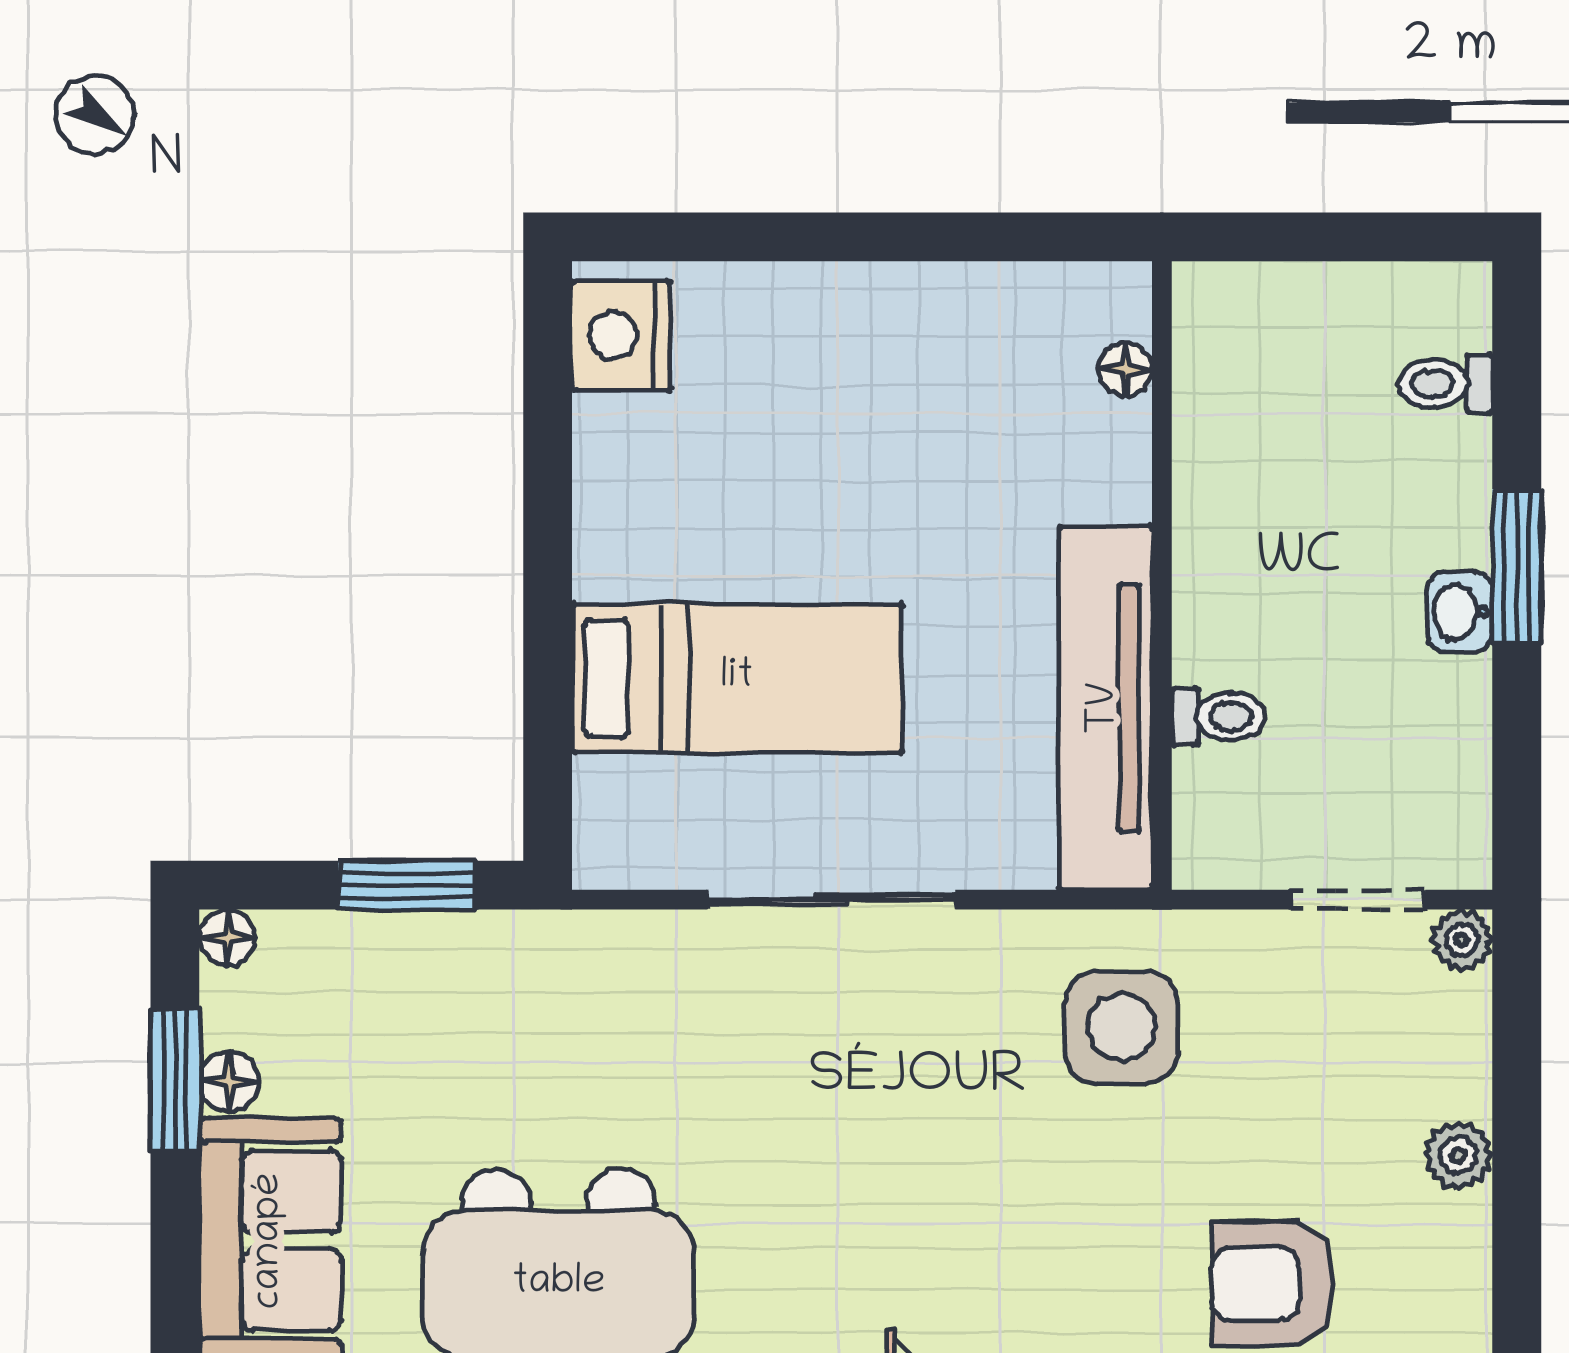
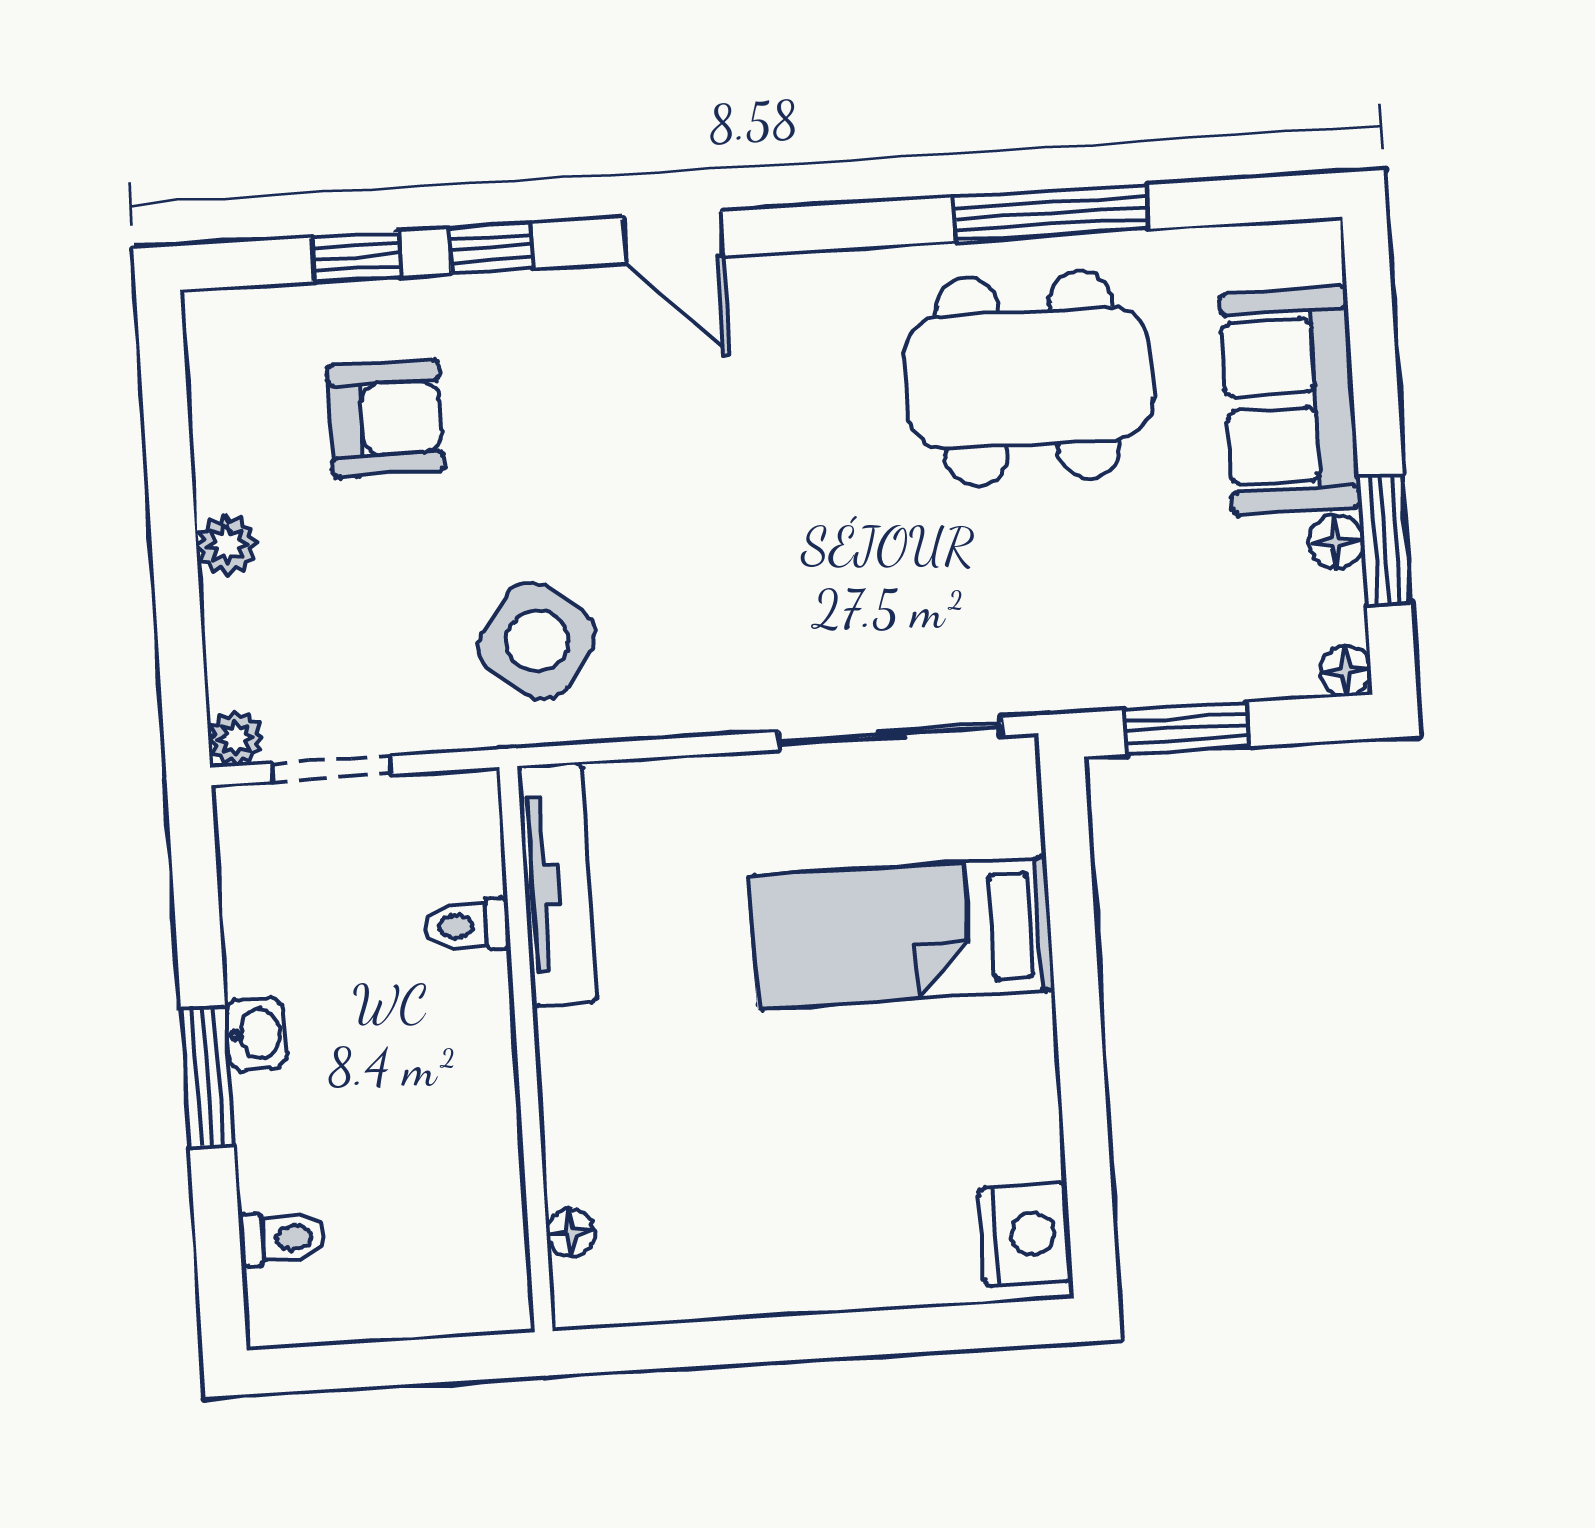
tv unit: (1106, 708) -> (557, 884), width x0.73, depth x0.78
sliding door: (831, 900) -> (891, 734), moved
side table: (1122, 1027) -> (537, 641), turned 37

